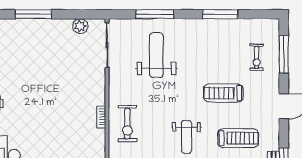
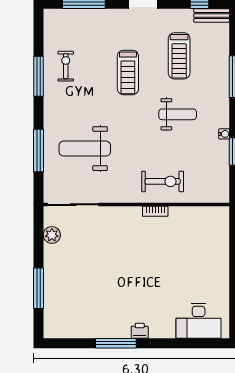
exercise bike: (257, 57) -> (66, 66), moved, turned -90
treadmill: (238, 138) -> (179, 56), turned 180

